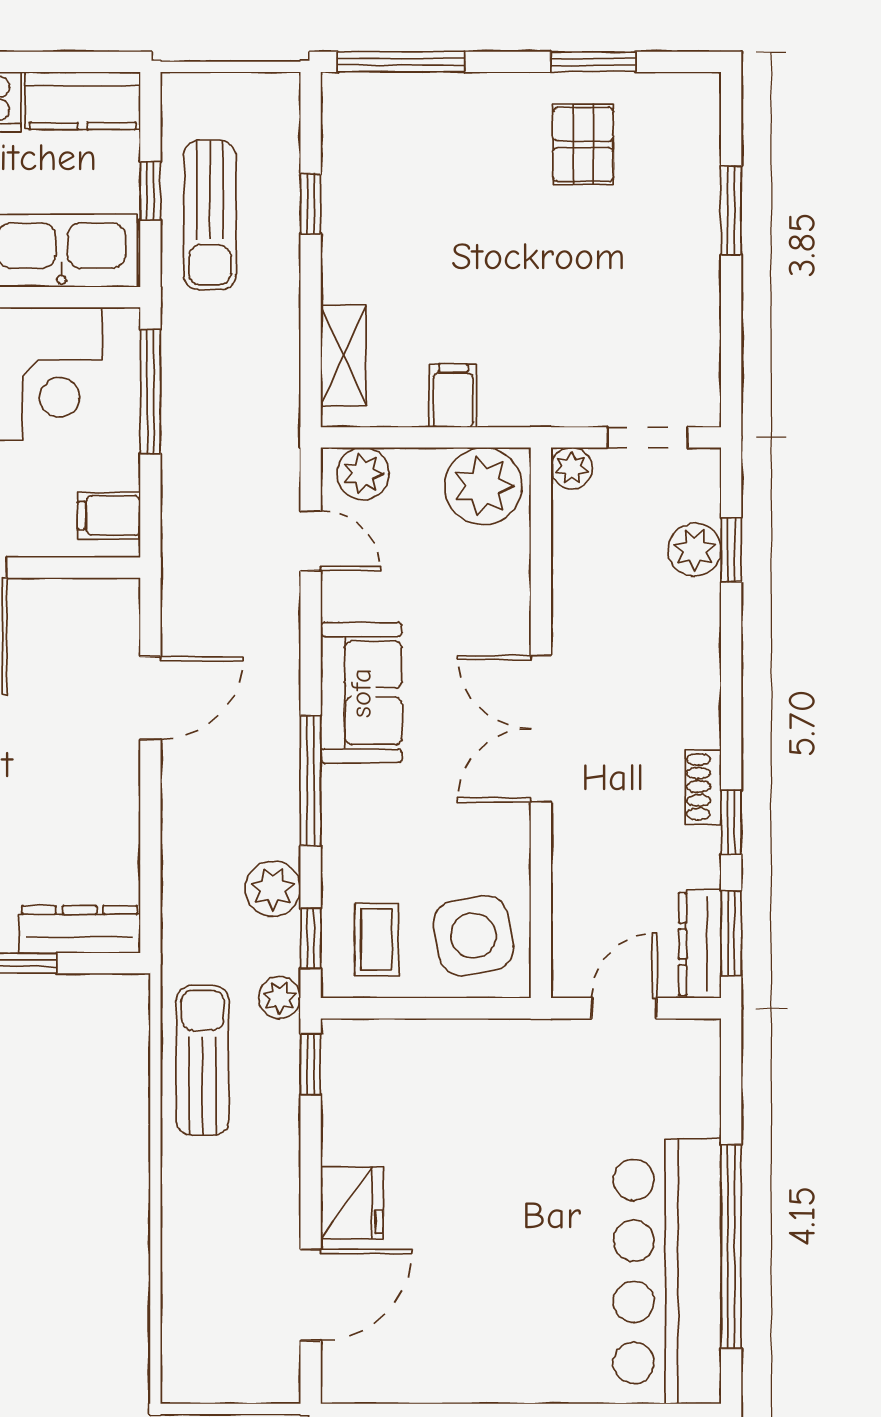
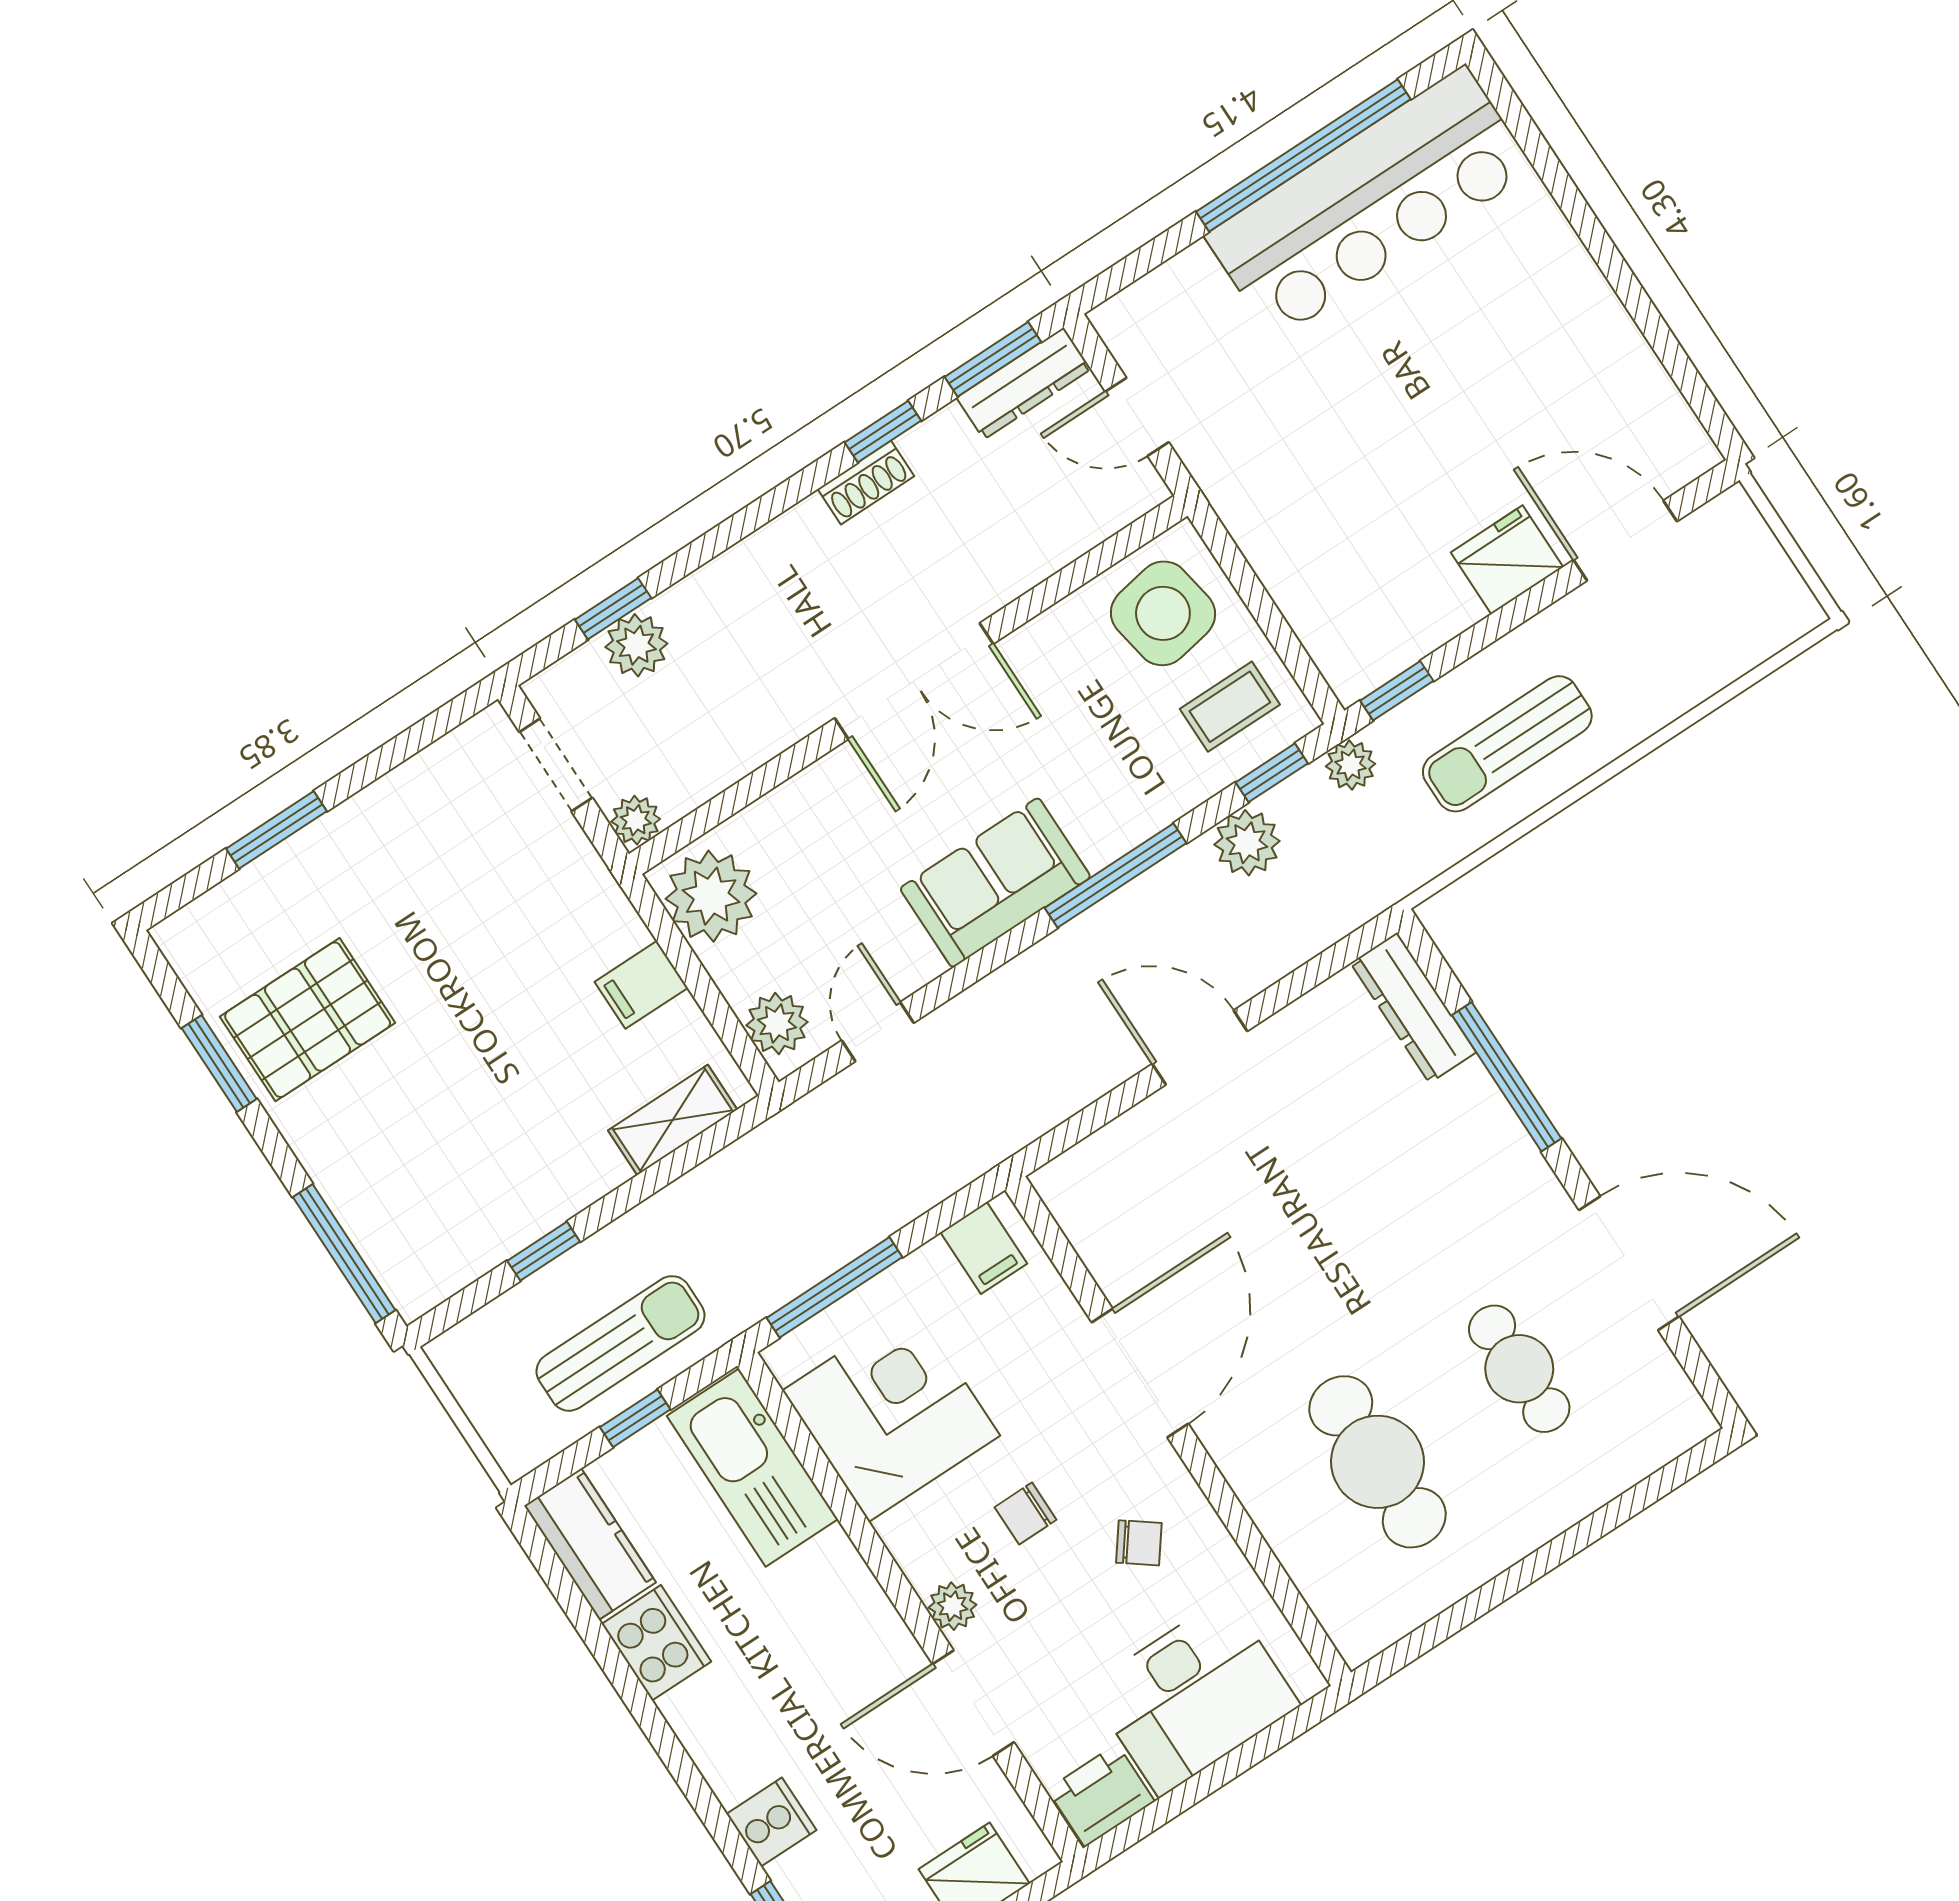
pallet: (583, 144) -> (308, 1020), width x1.50, depth x1.42
door: (150, 698) -> (1200, 1048), moved
sun lounger: (203, 1060) -> (1507, 744), moved

